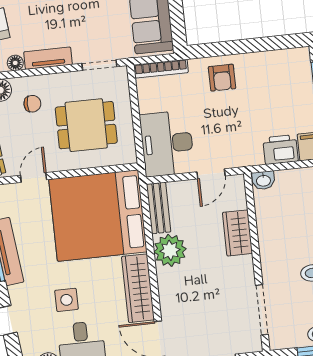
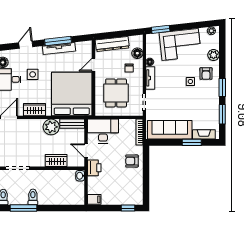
printer: (281, 149) -> (94, 168), moved
door: (34, 177) -> (93, 65), swing flipped
wardrobe: (138, 288) -> (35, 110), width x0.67

